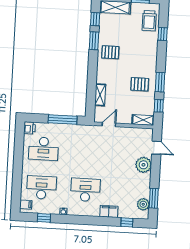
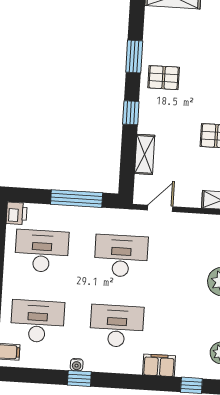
window: (95, 19) -> (131, 113), moved
desk: (44, 149) -> (42, 251), turned 180
desk: (87, 151) -> (121, 256), added
window: (44, 218) -> (79, 378), moved

